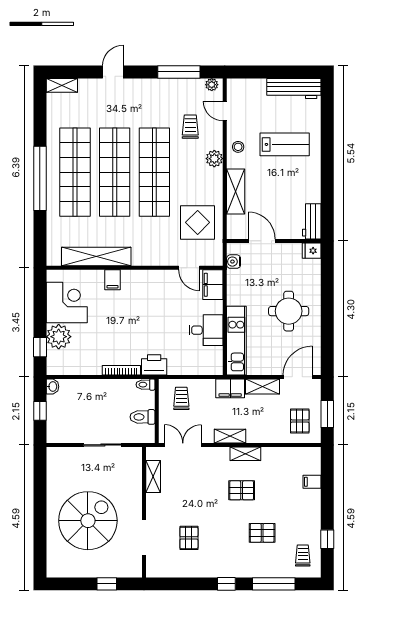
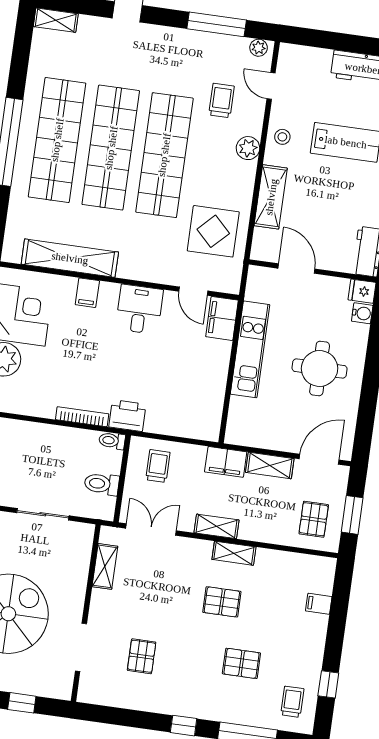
water cooler: (234, 262) -> (362, 313), moved, turned 180
desk: (206, 330) -> (139, 309), moved, turned -90
kitchen unit: (236, 341) -> (250, 349), moved

